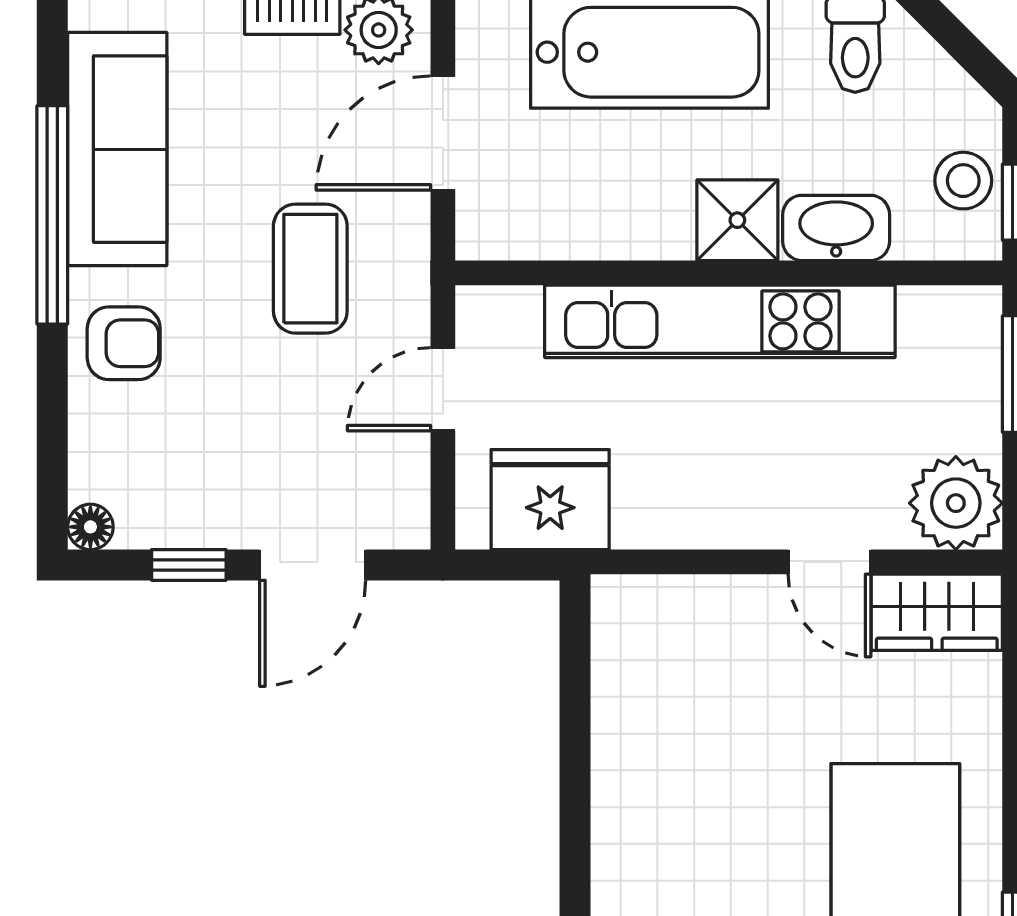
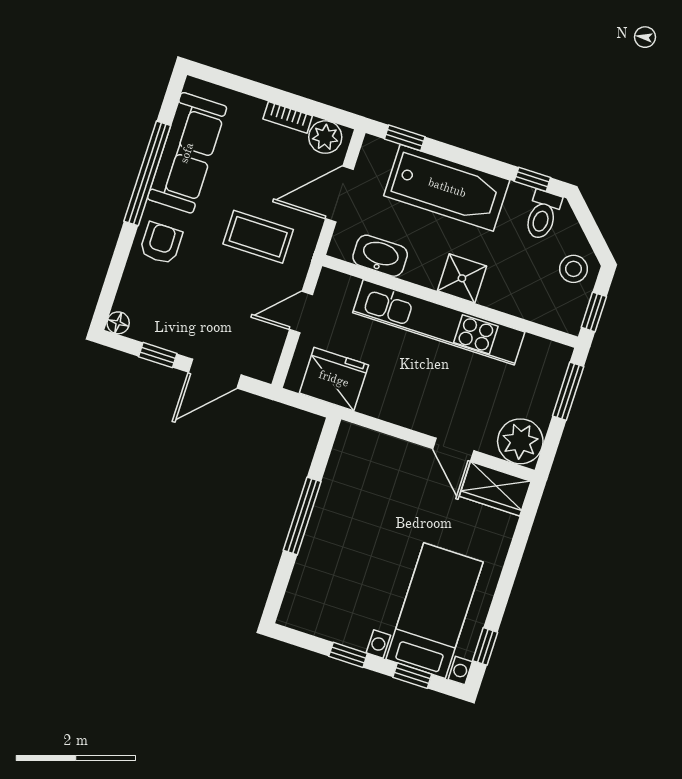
stool: (963, 181) -> (573, 269), moved
washbasin: (836, 228) -> (380, 256), moved
coffee table: (310, 269) -> (258, 237), turned 90
armchair: (124, 343) -> (161, 243), turned -90
window: (575, 789) -> (302, 516), added

